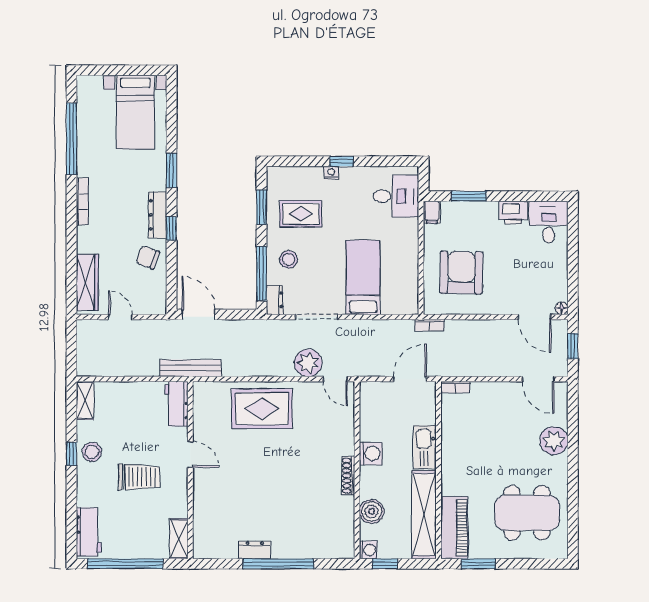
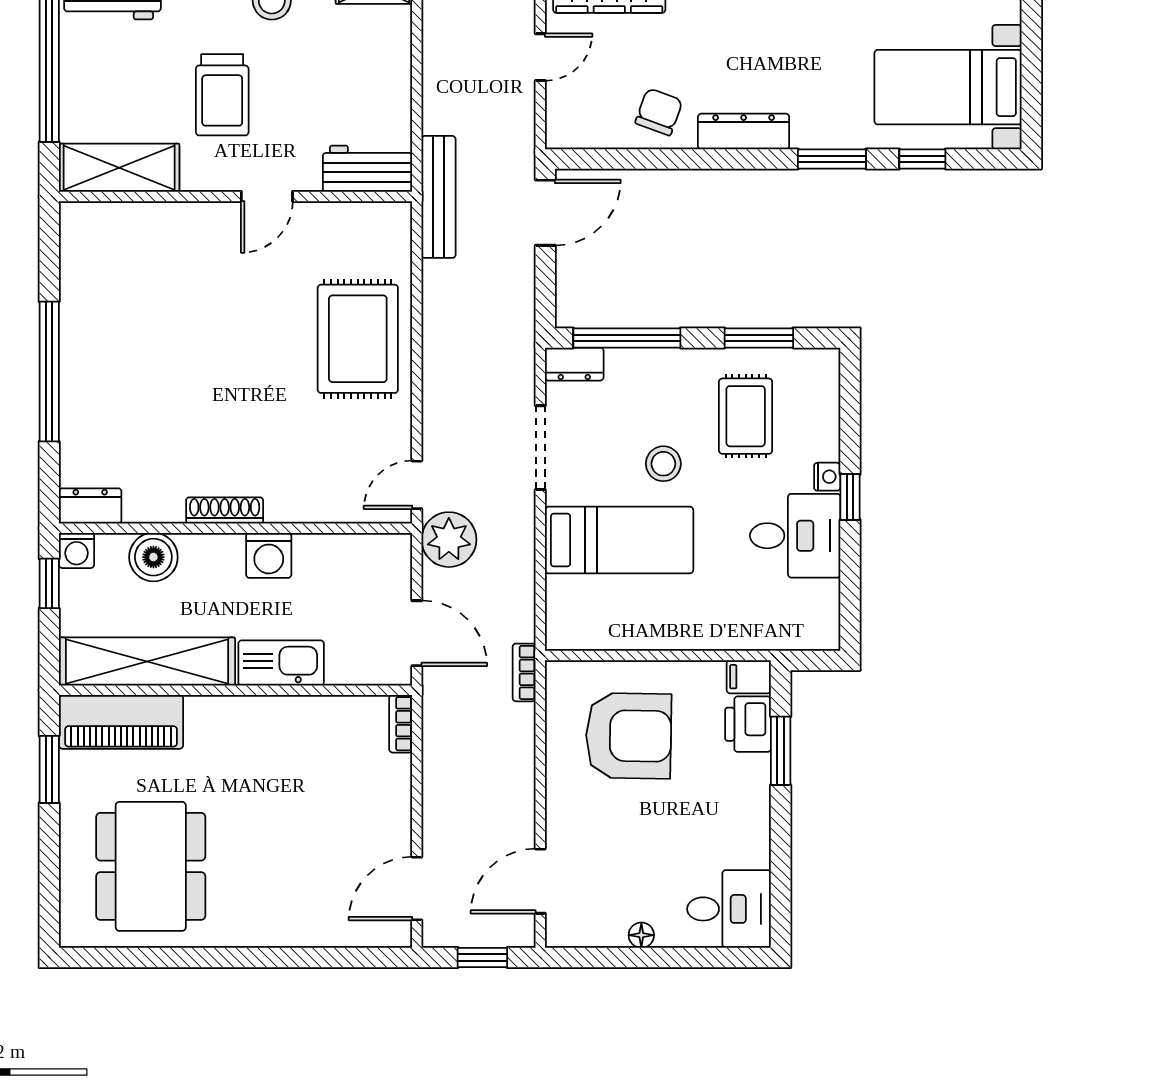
desk: (396, 196) -> (795, 536), moved, turned -90
printer: (513, 213) -> (748, 724), moved
window: (172, 228) -> (922, 159), moved
stool: (288, 259) -> (663, 464), moved
floor lamp: (562, 308) -> (641, 935), moved
plant: (308, 363) -> (449, 540), moved
plant: (554, 441) -> (294, 920), removed
shelving: (179, 539) -> (119, 168), width x1.50, depth x1.33
dresser: (255, 550) -> (90, 506), moved, turned -90

